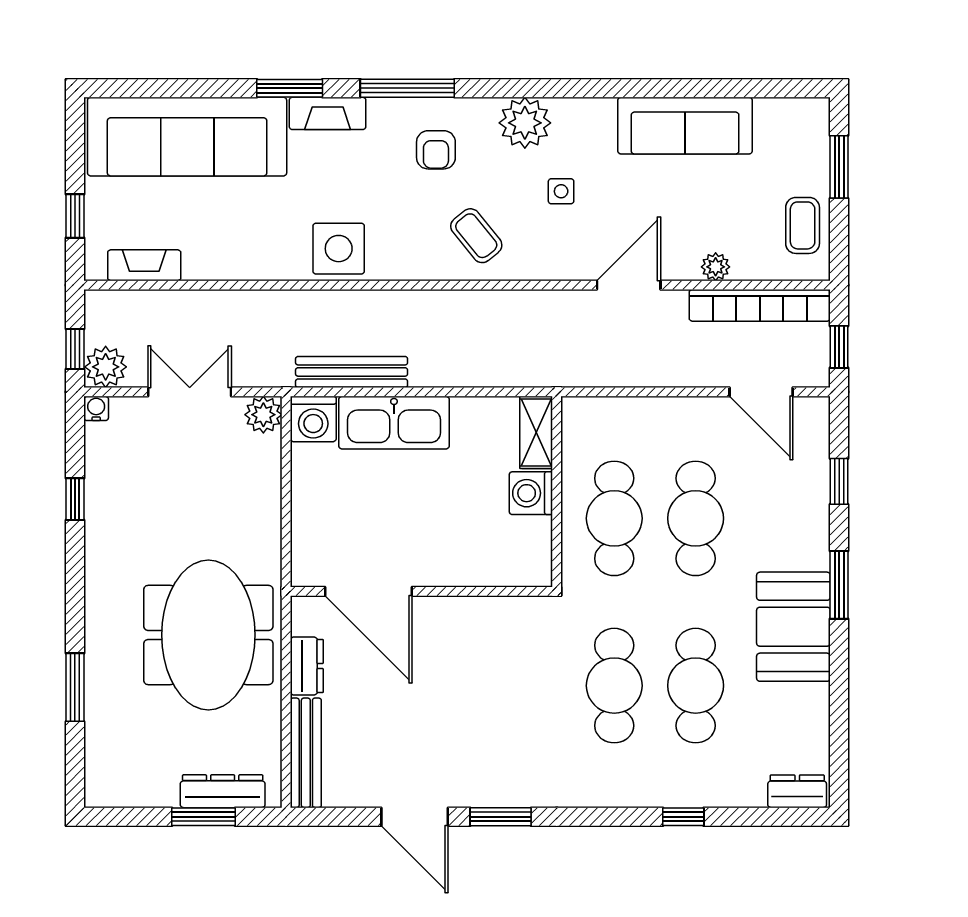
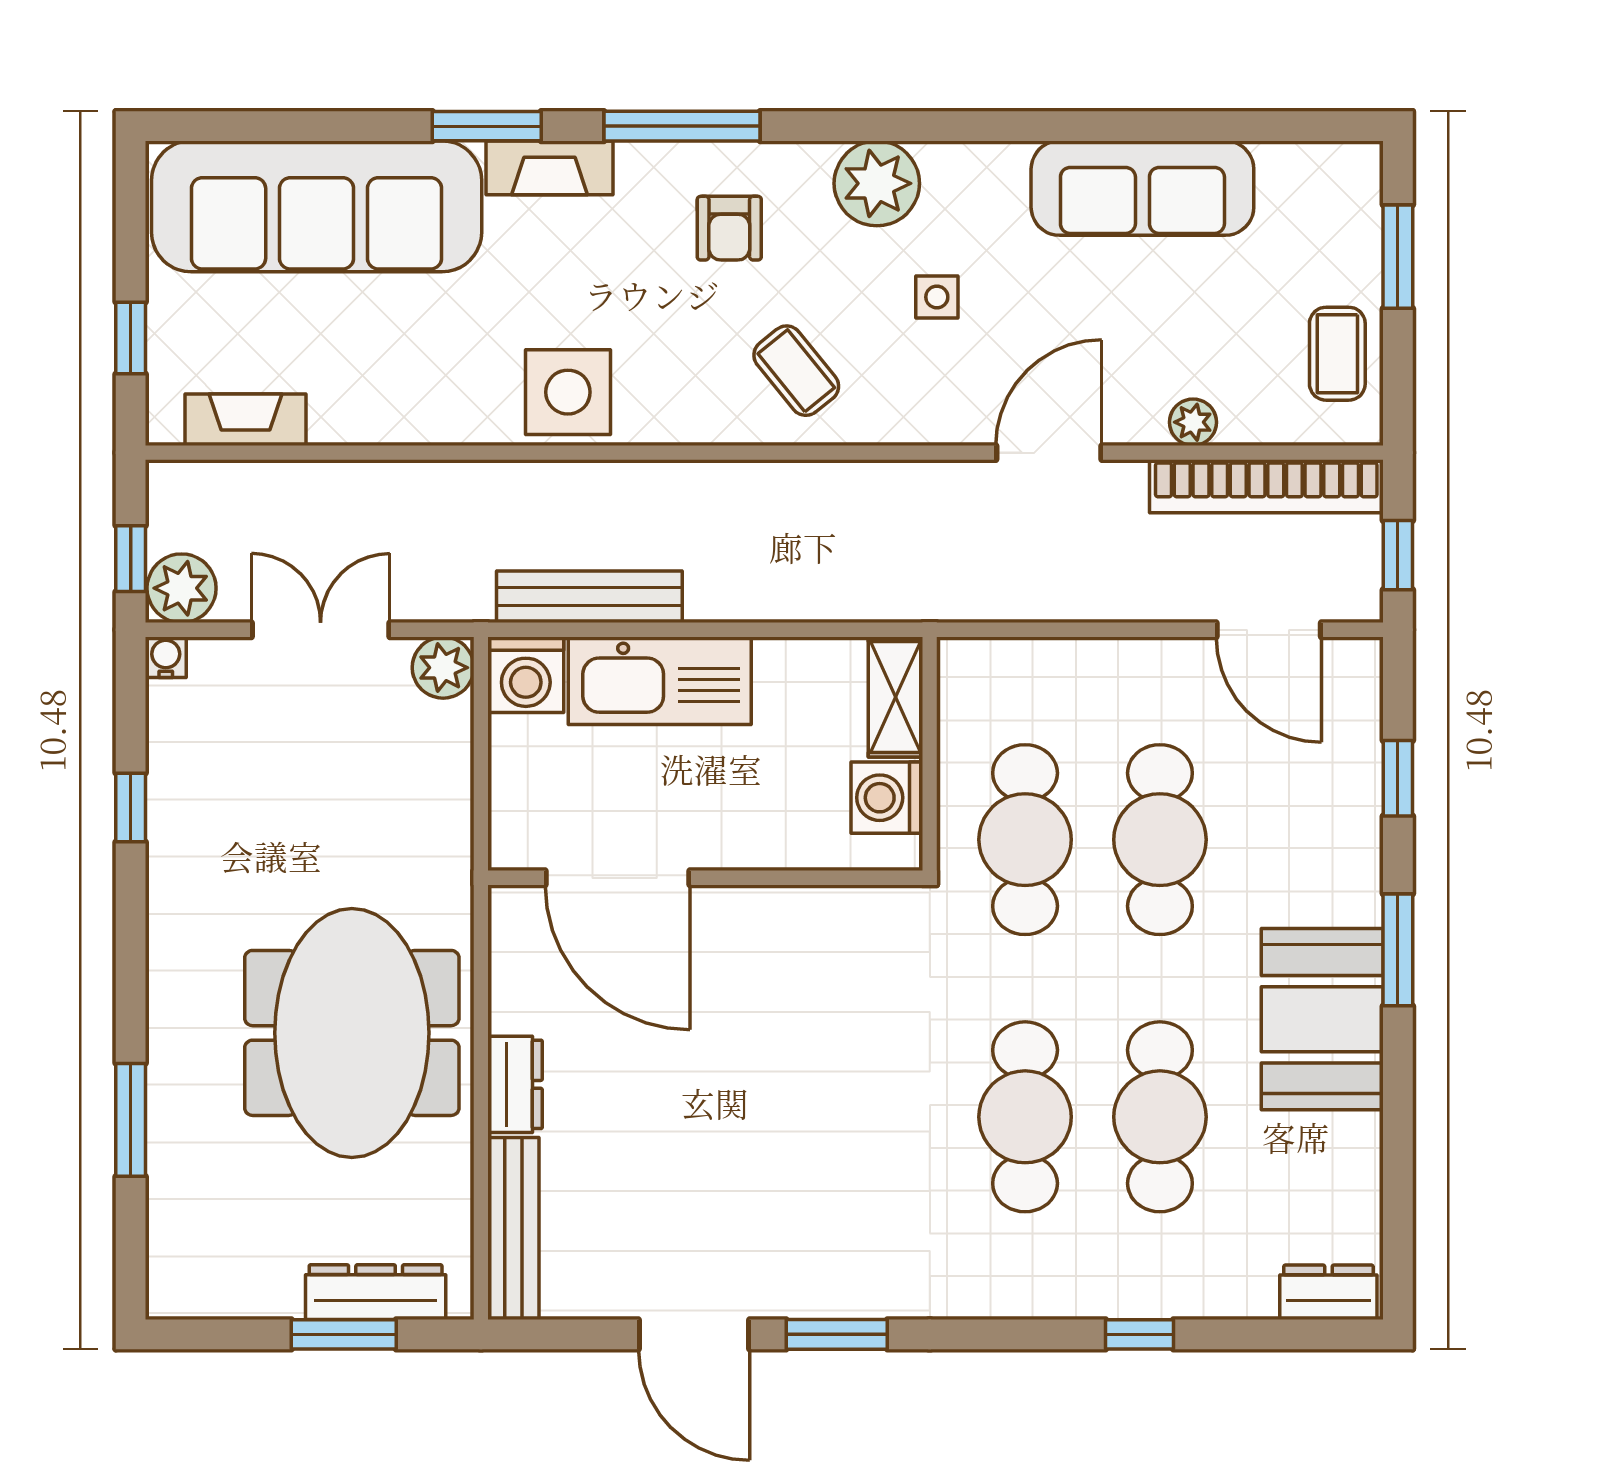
door: (369, 591) -> (618, 878), moved
wall: (421, 591) -> (705, 878), moved

